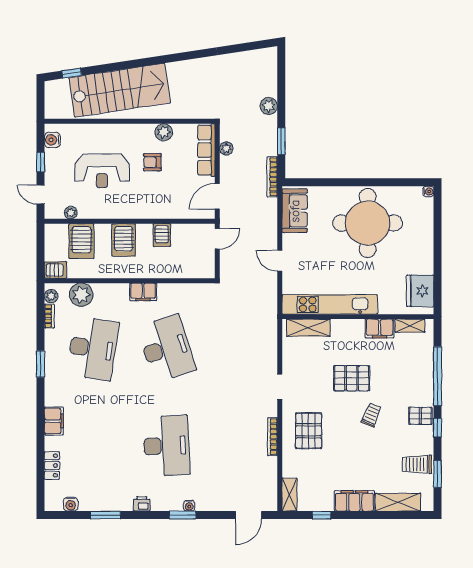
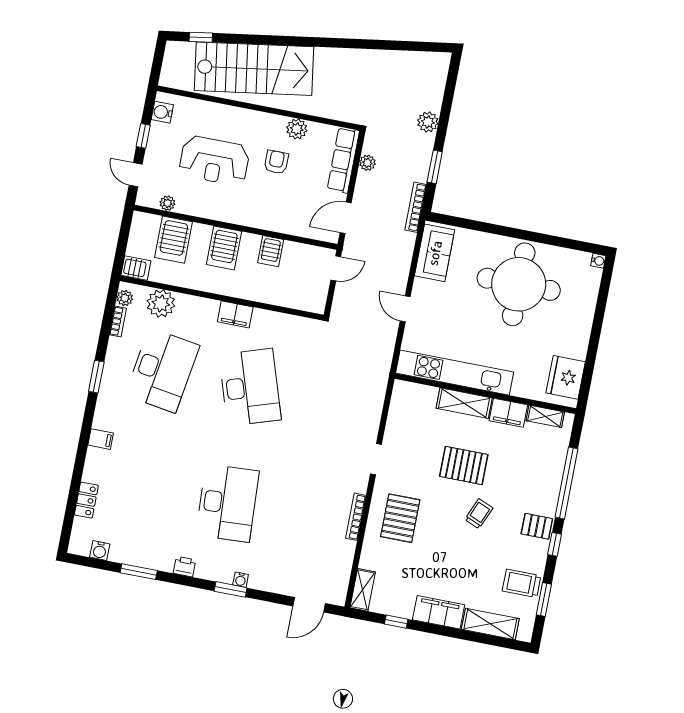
armchair: (152, 162) -> (276, 162), turned 90
shelving: (308, 328) -> (464, 403), moved
filing cabinet: (54, 421) -> (101, 439), width x0.50

